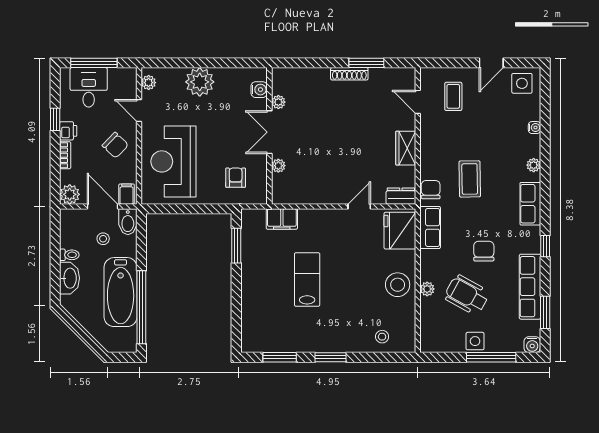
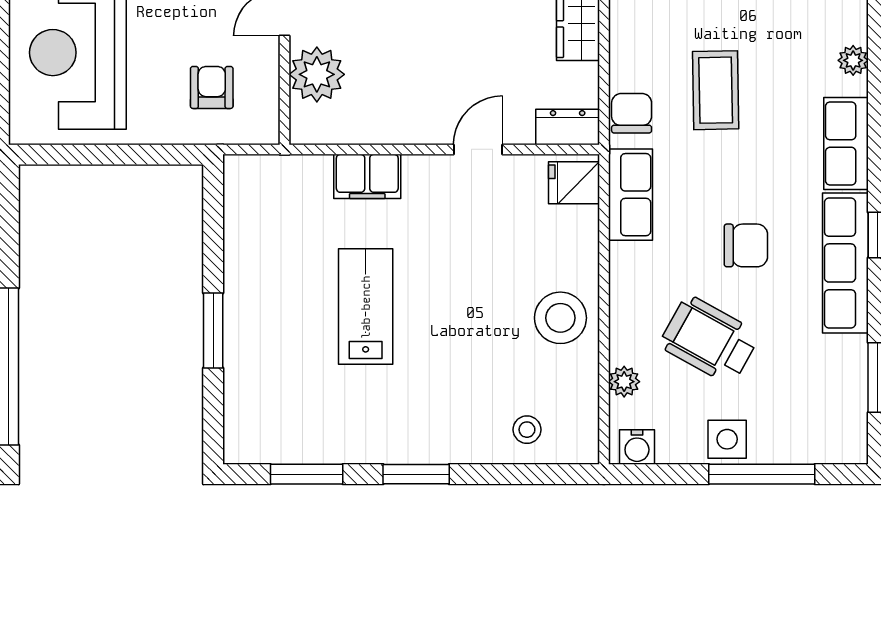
plant: (278, 166) -> (317, 74), width x1.87, depth x1.87
filing cabinet: (282, 219) -> (367, 176), moved
fridge: (400, 231) -> (574, 183), width x0.53, depth x0.75
window: (236, 246) -> (213, 331), moved
chair: (484, 251) -> (746, 245), turned 90
row of seats: (530, 287) -> (845, 263), moved
plant: (427, 289) -> (624, 382), moved
water cooler: (532, 345) -> (637, 447), moved

